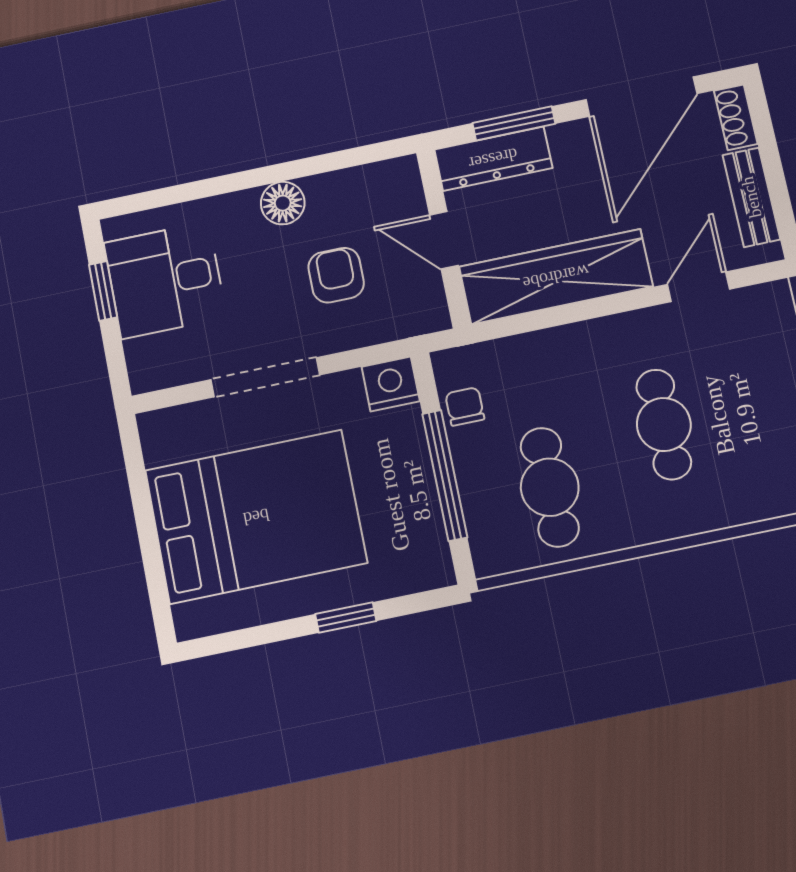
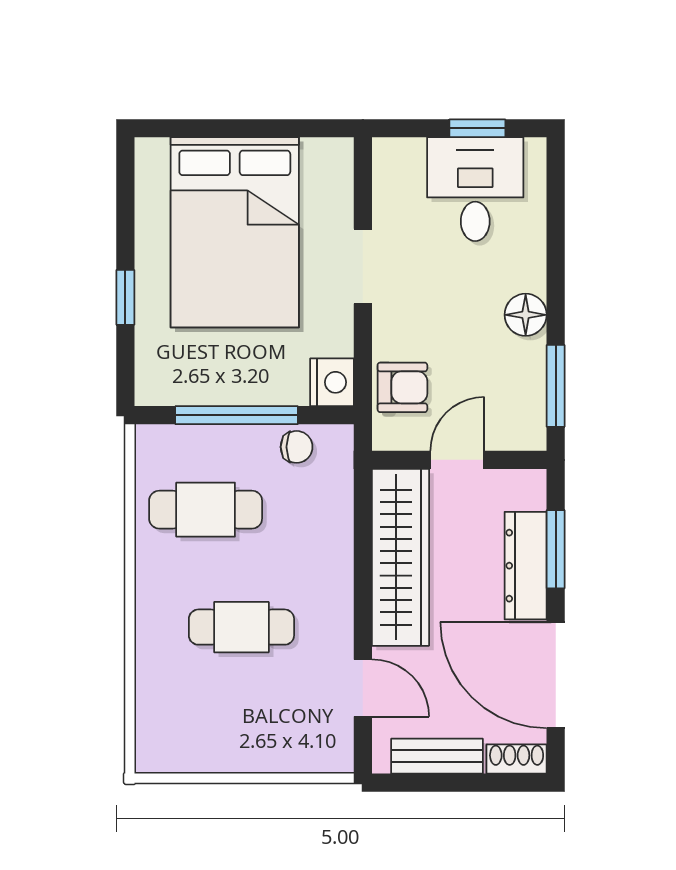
window: (349, 158) -> (556, 386), added
dresser: (493, 159) -> (526, 566), moved
armchair: (336, 275) -> (402, 387), moved
doorway: (265, 377) -> (363, 266), width x0.73

